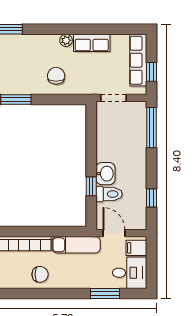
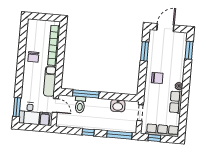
washbasin: (106, 174) -> (118, 106), moved
window: (91, 186) -> (86, 94), width x2.17
window: (151, 198) -> (88, 132), moved
door: (114, 233) -> (55, 106), hinge flipped
window: (105, 293) -> (17, 107), moved

